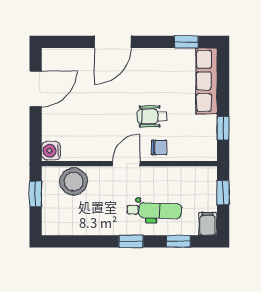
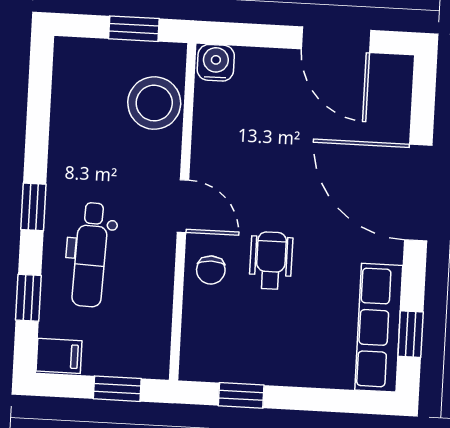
door: (113, 42) -> (418, 193), width x1.36
row of seats: (206, 81) -> (379, 328), moved, turned -90

